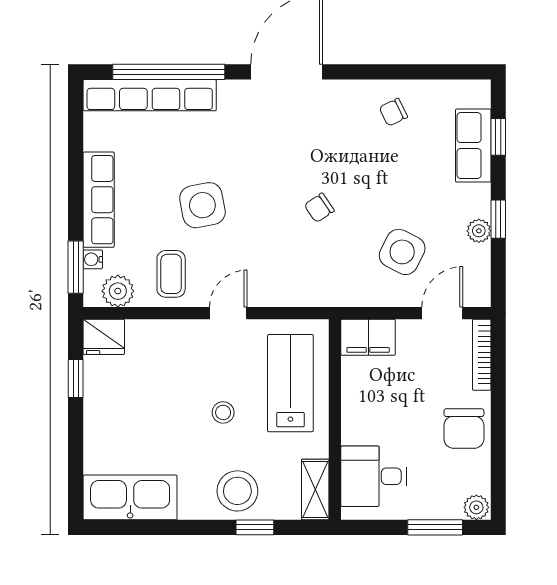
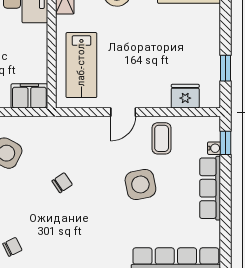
window: (76, 267) -> (226, 143), width x0.67
plant: (118, 291) -> (197, 127), removed
fridge: (104, 337) -> (185, 96), moved
stool: (223, 412) -> (127, 45), removed

